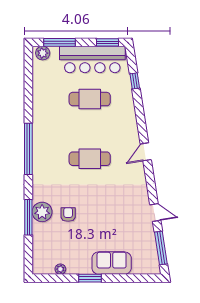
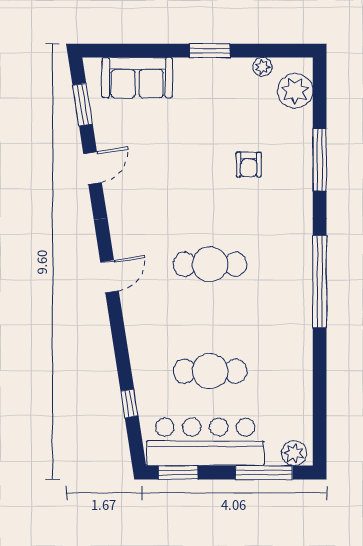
plant: (42, 212) -> (295, 91), moved
door: (155, 212) -> (93, 168), swing flipped
window: (161, 248) -> (83, 105), width x0.69
sofa: (112, 263) -> (137, 78), moved

